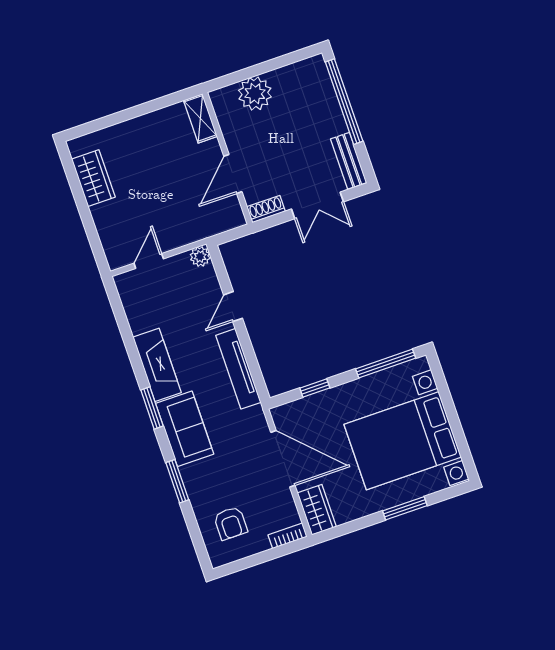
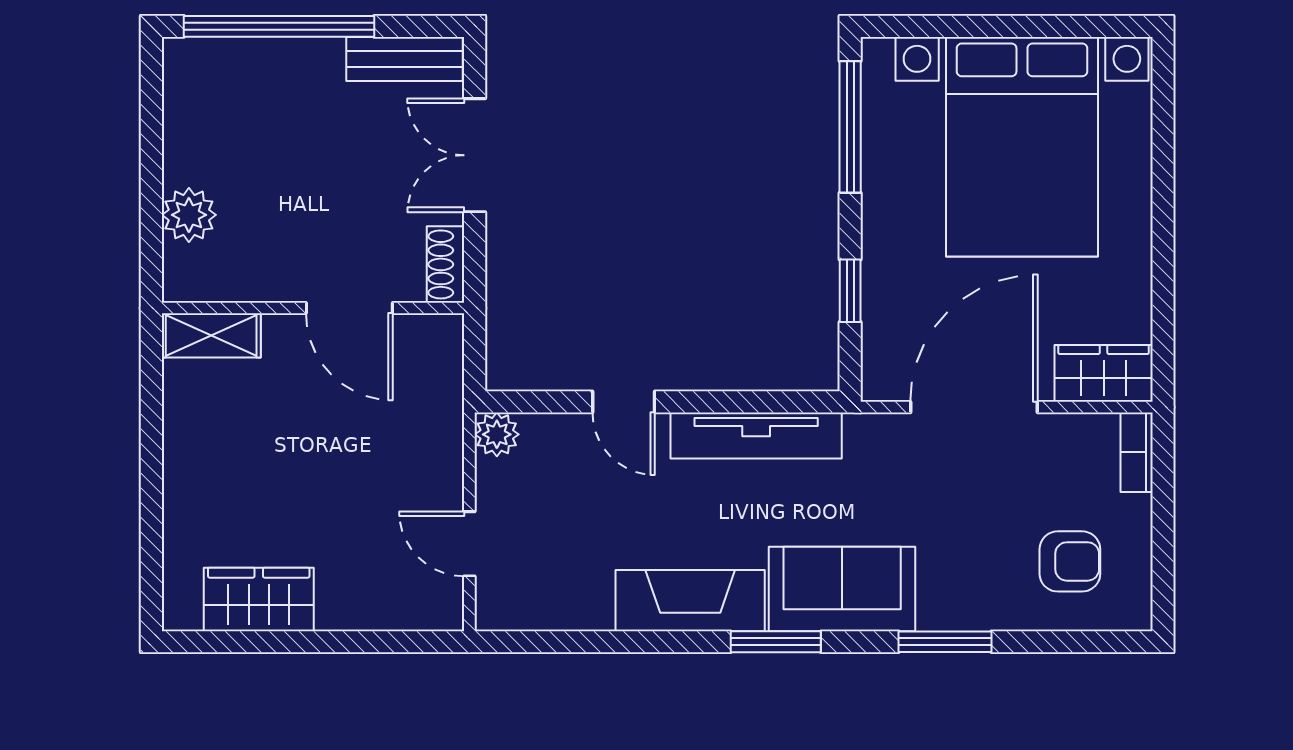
plant: (255, 94) -> (189, 215), width x0.73, depth x0.73
double door: (317, 205) -> (475, 155), swing flipped
window: (405, 508) -> (1163, 190), removed

